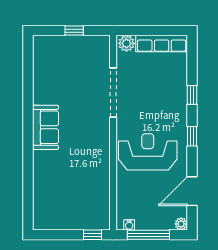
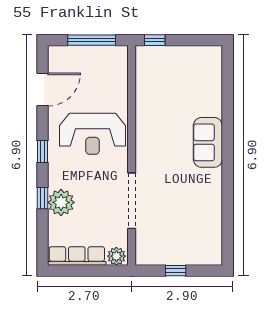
sofa: (46, 127) -> (208, 142), moved
plant: (181, 224) -> (61, 202), moved, width x1.88, depth x1.88
water cooler: (129, 225) -> (113, 51), removed

